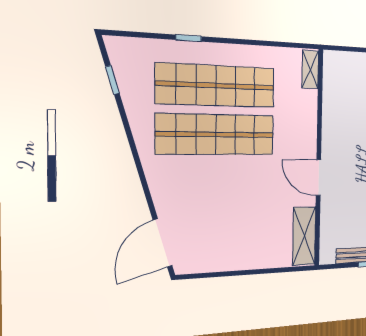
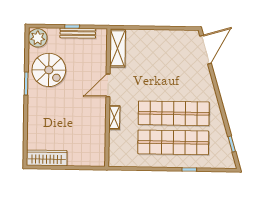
shelving: (310, 69) -> (114, 117), moved
door: (318, 178) -> (108, 85), swing flipped

